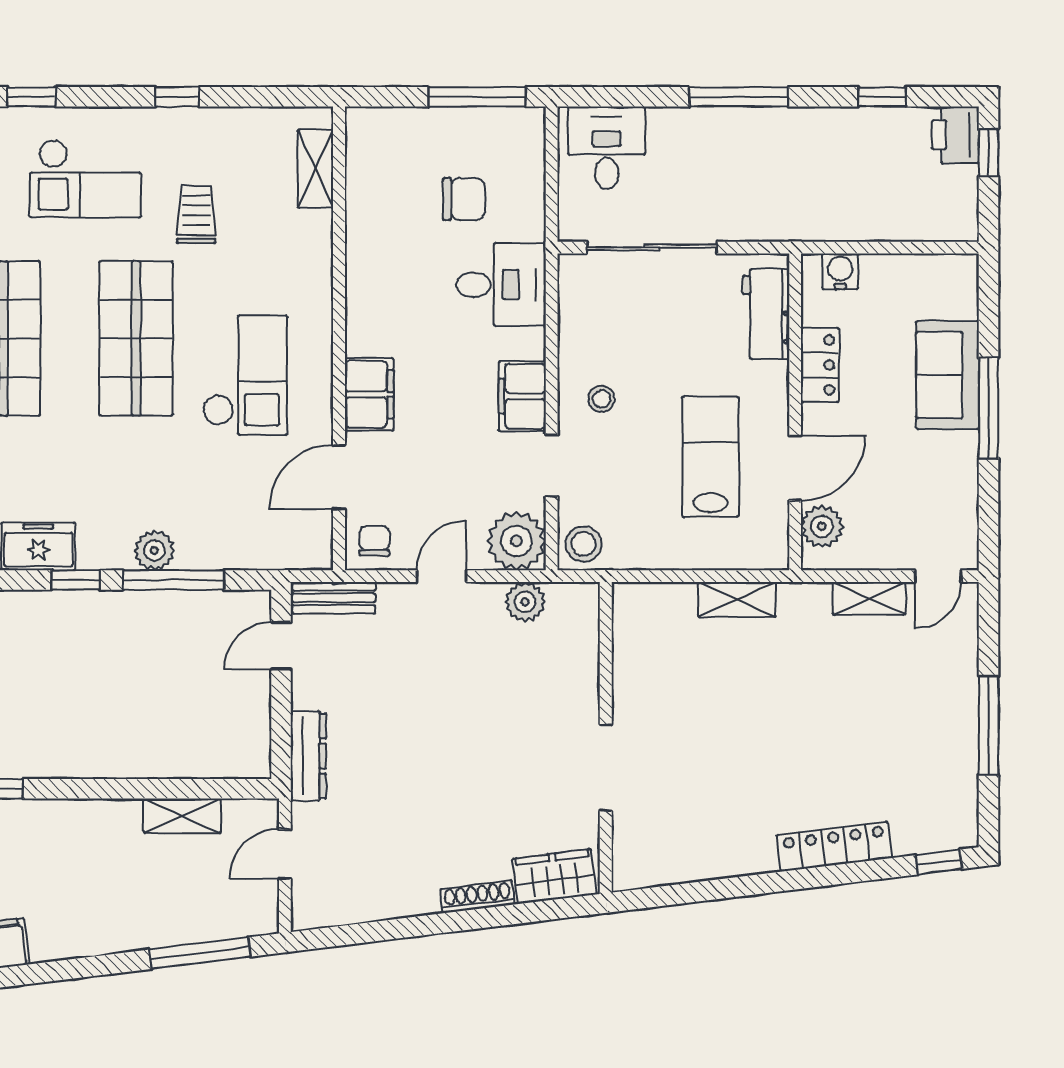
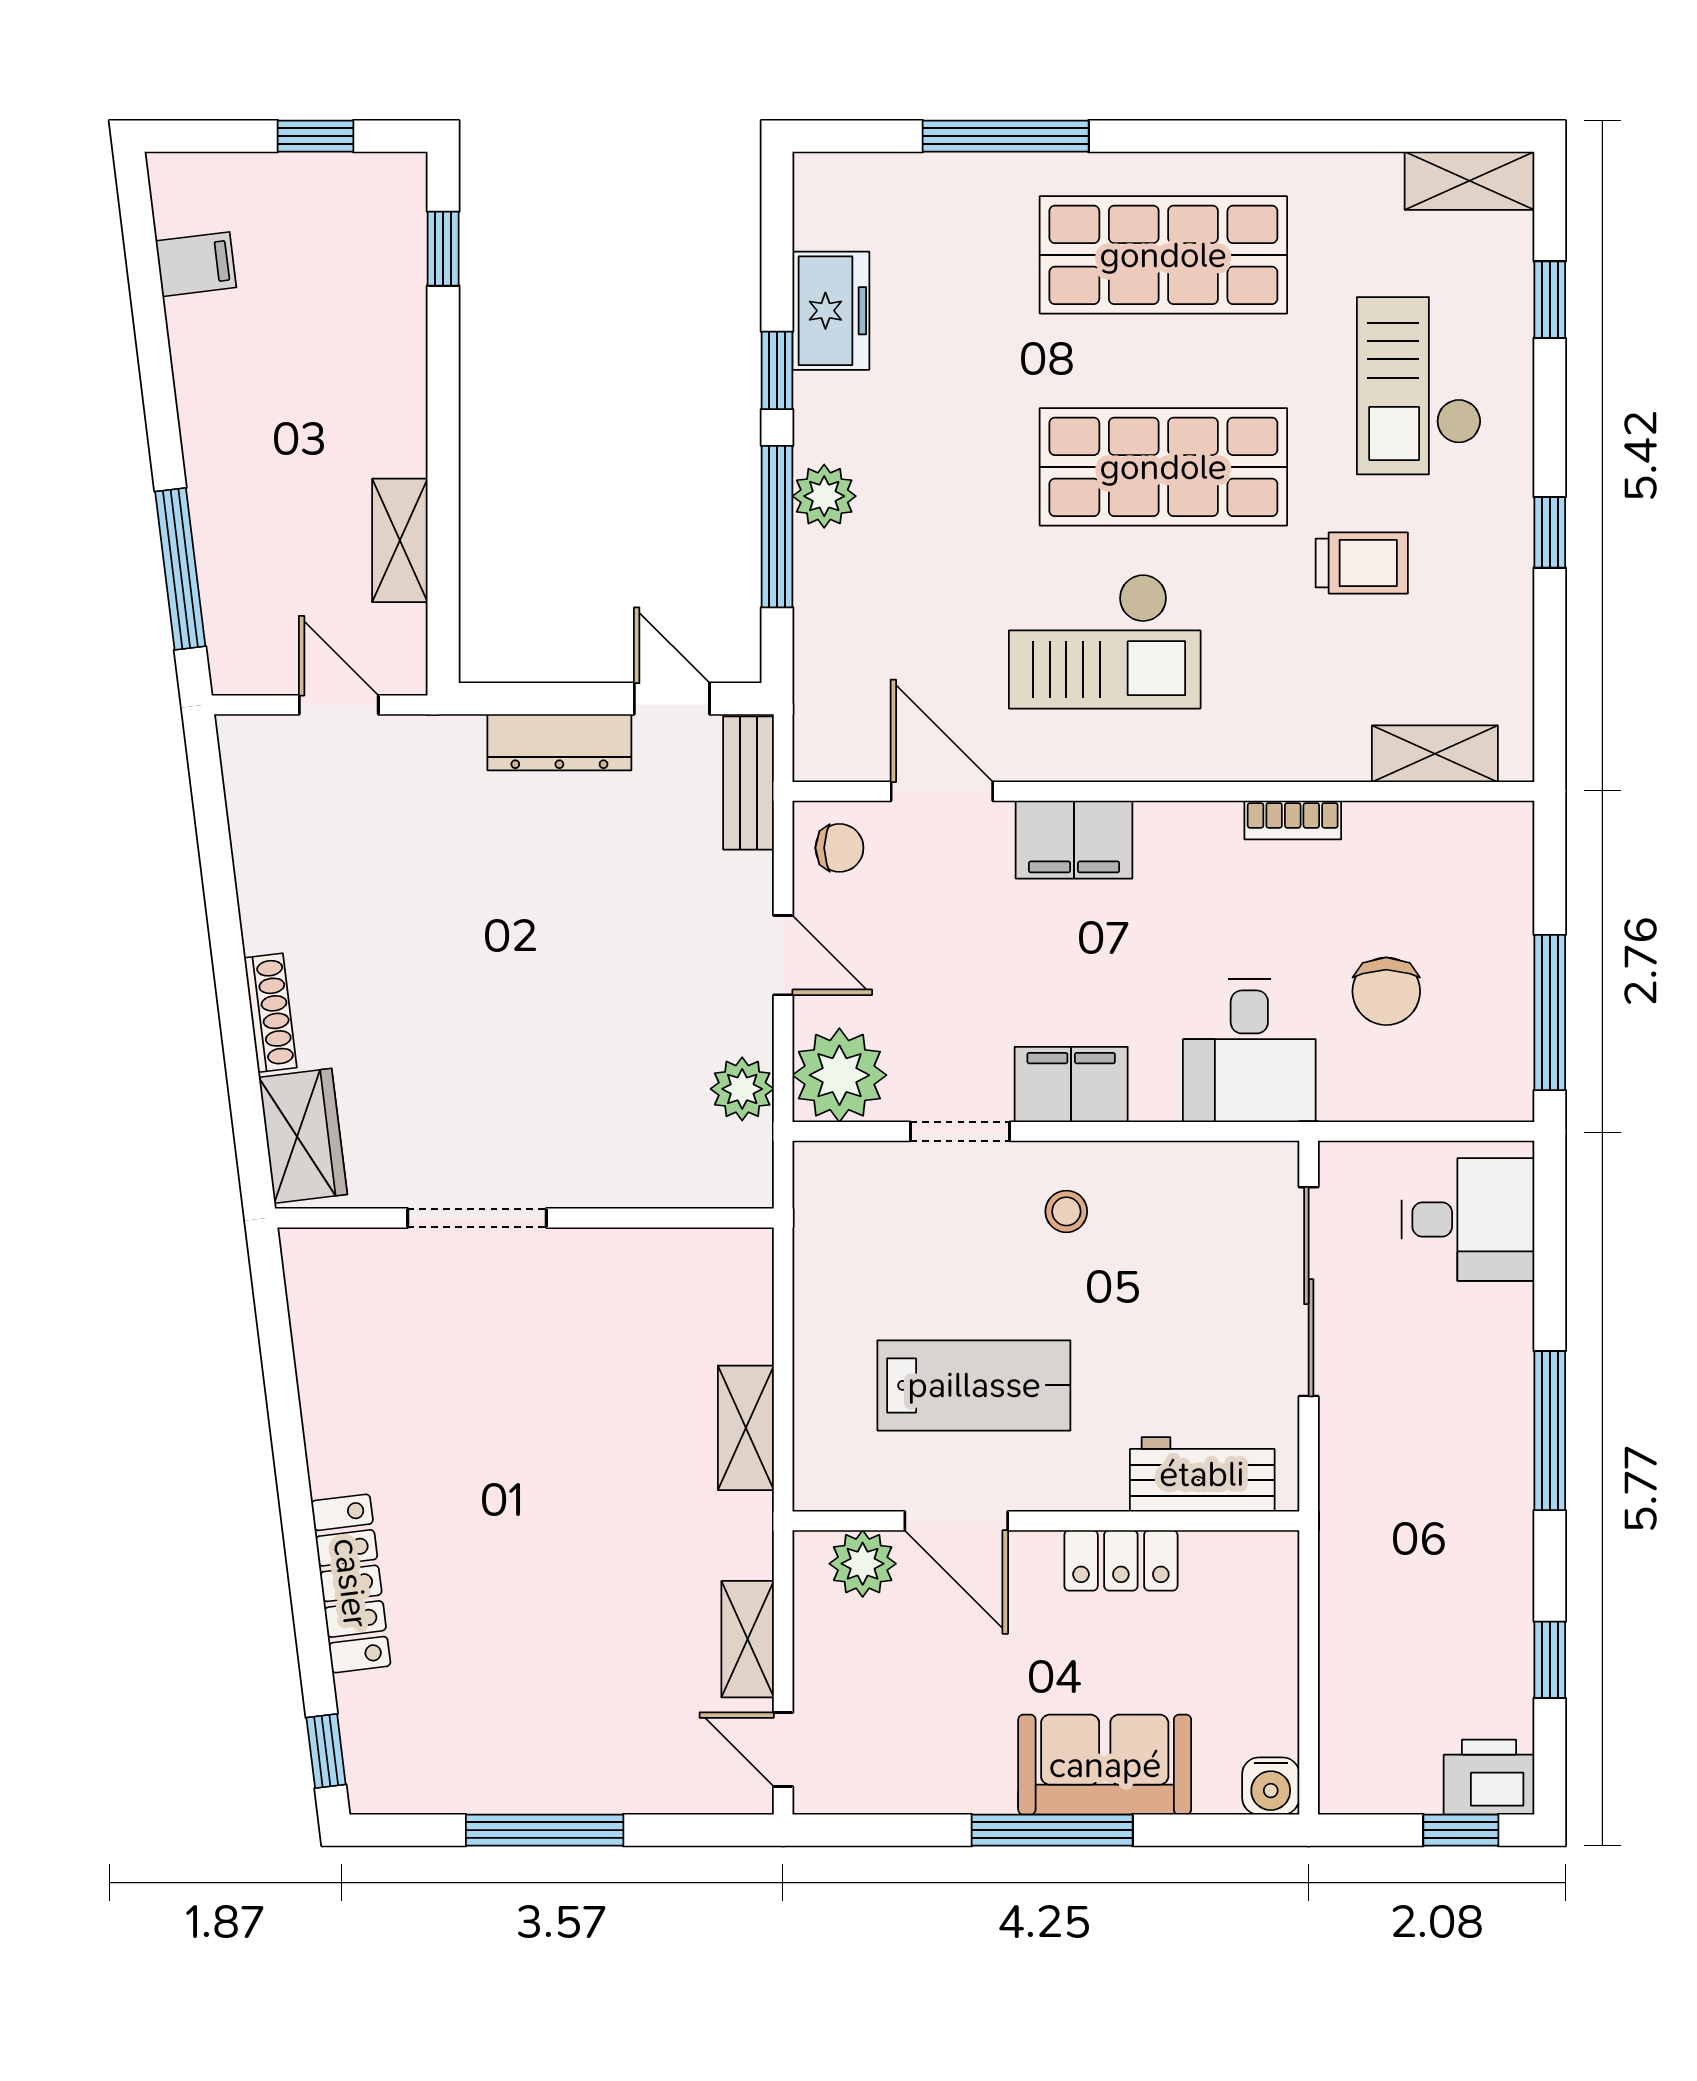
bookcase: (357, 258) -> (1293, 820), added
water cooler: (840, 271) -> (1271, 1786), moved, turned 90
stool: (583, 544) -> (835, 1182), removed
dresser: (308, 756) -> (559, 742), moved

